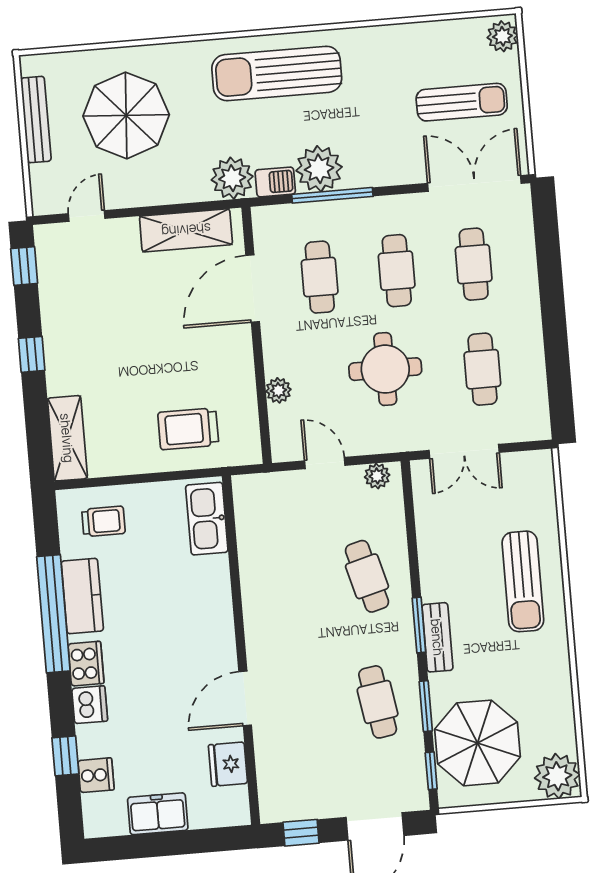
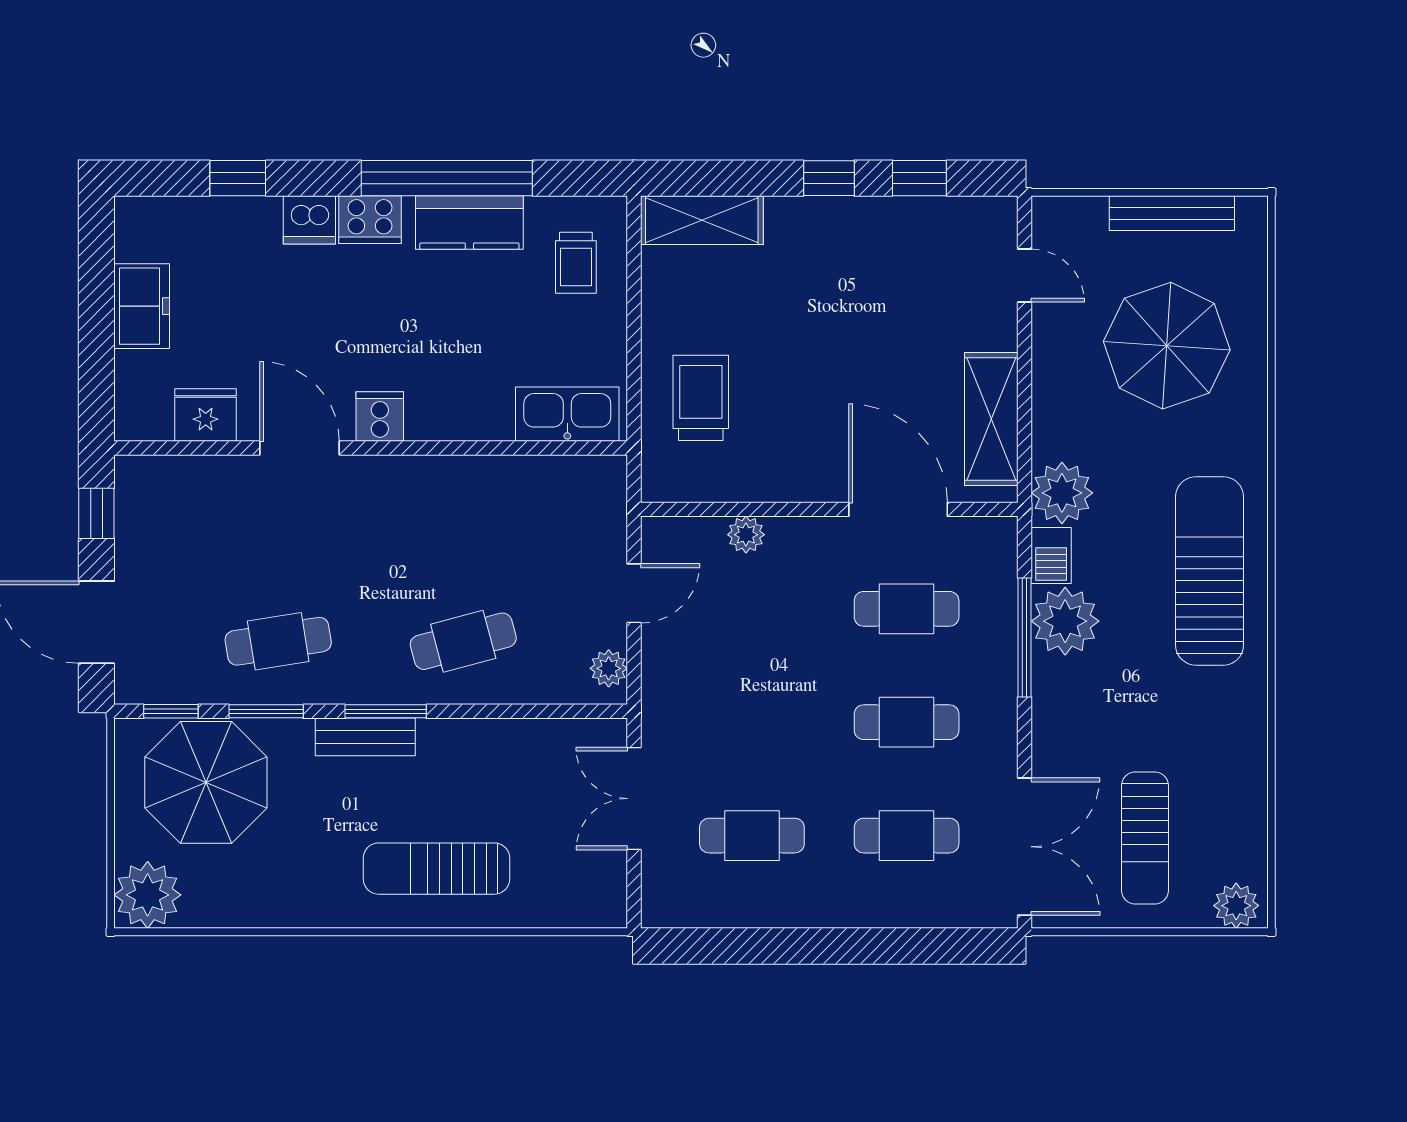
window: (24, 266) -> (919, 178), moved
round table: (385, 369) -> (764, 693), removed
cooker: (96, 775) -> (380, 416), moved, turned 180

